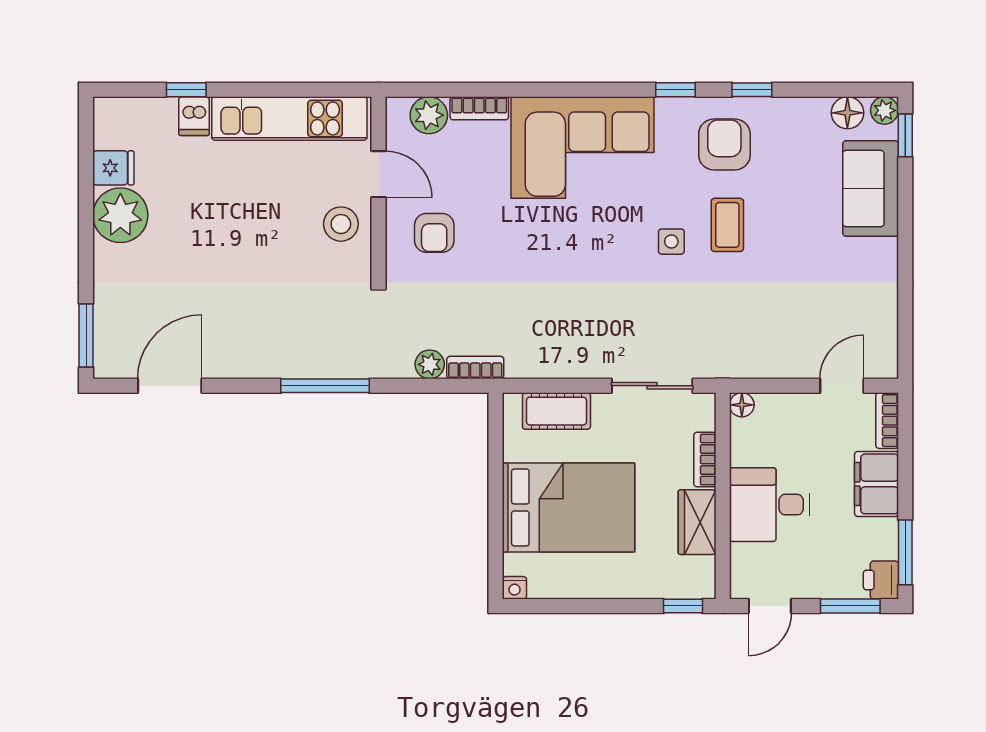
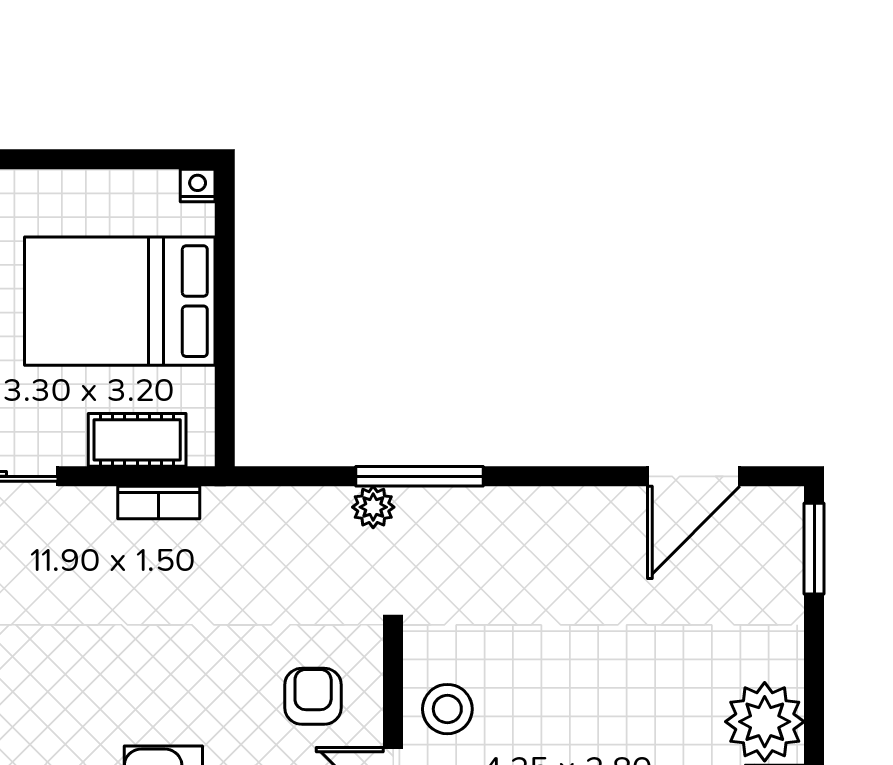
plant: (430, 364) -> (373, 507), moved
bookcase: (475, 368) -> (159, 503), moved
window: (325, 386) -> (420, 476), moved

